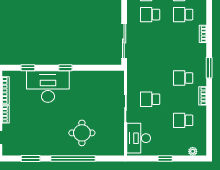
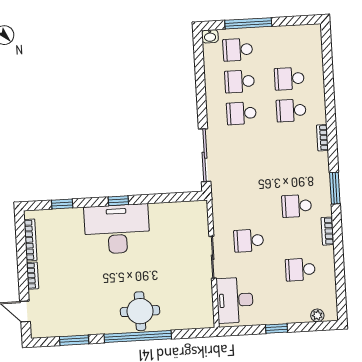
desk: (48, 87) -> (117, 229), moved
round table: (82, 133) -> (140, 311), moved

